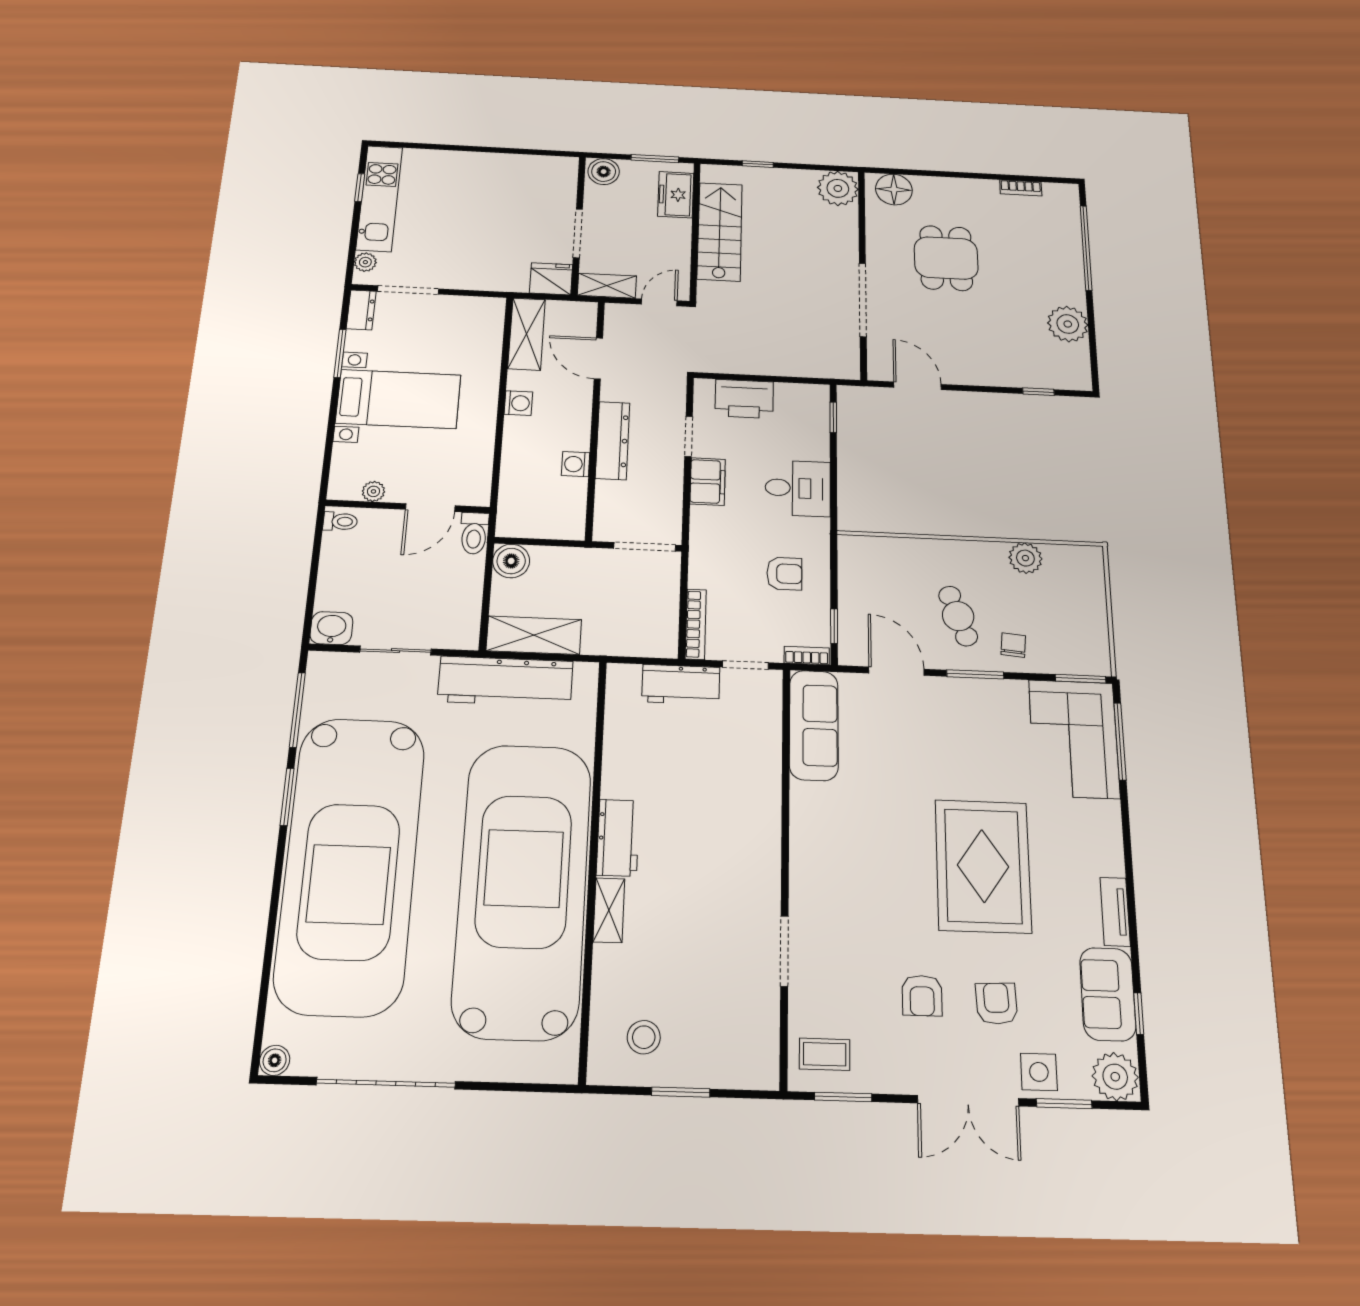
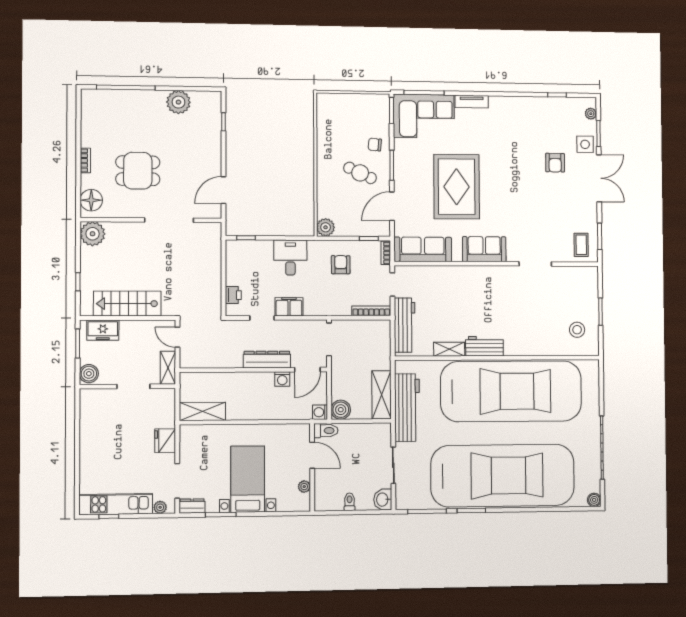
bookcase: (1021, 188) -> (85, 160), moved
fridge: (551, 279) -> (165, 441), moved
door: (598, 358) -> (307, 370), moved
printer: (744, 399) -> (233, 295), width x0.53, depth x0.68
washing machine: (518, 403) -> (320, 412), moved, turned -90
toilet: (340, 521) -> (350, 502), moved
plant: (1025, 558) -> (326, 227), moved
cafe table: (958, 616) -> (360, 173), turned 45
workbench: (681, 685) -> (405, 325), width x1.38
rug: (983, 866) -> (457, 187), moved, turned 90
car: (523, 889) -> (511, 391), turned 180
shelving: (609, 910) -> (449, 349), moved
tv unit: (1115, 912) -> (472, 102), moved
sofa: (1108, 994) -> (484, 249), moved, turned 180
armchair: (922, 996) -> (553, 198), removed
armchair: (997, 1003) -> (555, 163), turned -87
plant: (1115, 1077) -> (591, 114), width x0.53, depth x0.53

